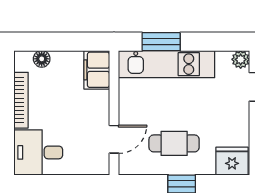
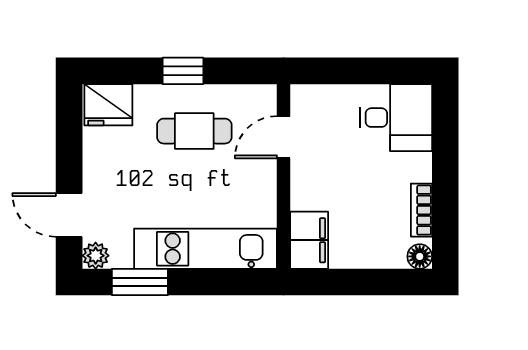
window: (161, 42) -> (140, 282), moved
floor lamp: (42, 59) -> (420, 256), moved
bookcase: (21, 100) -> (421, 210), width x0.64

